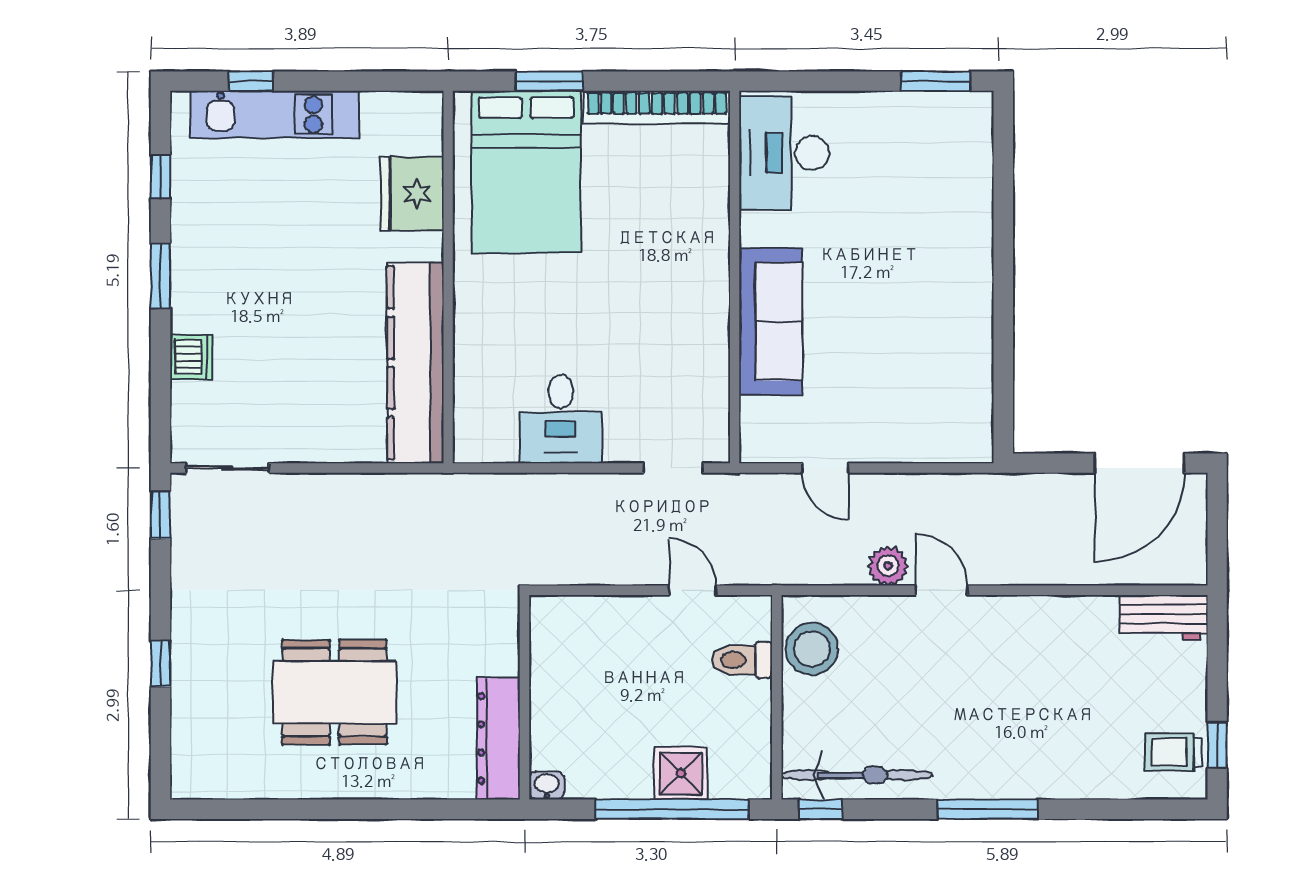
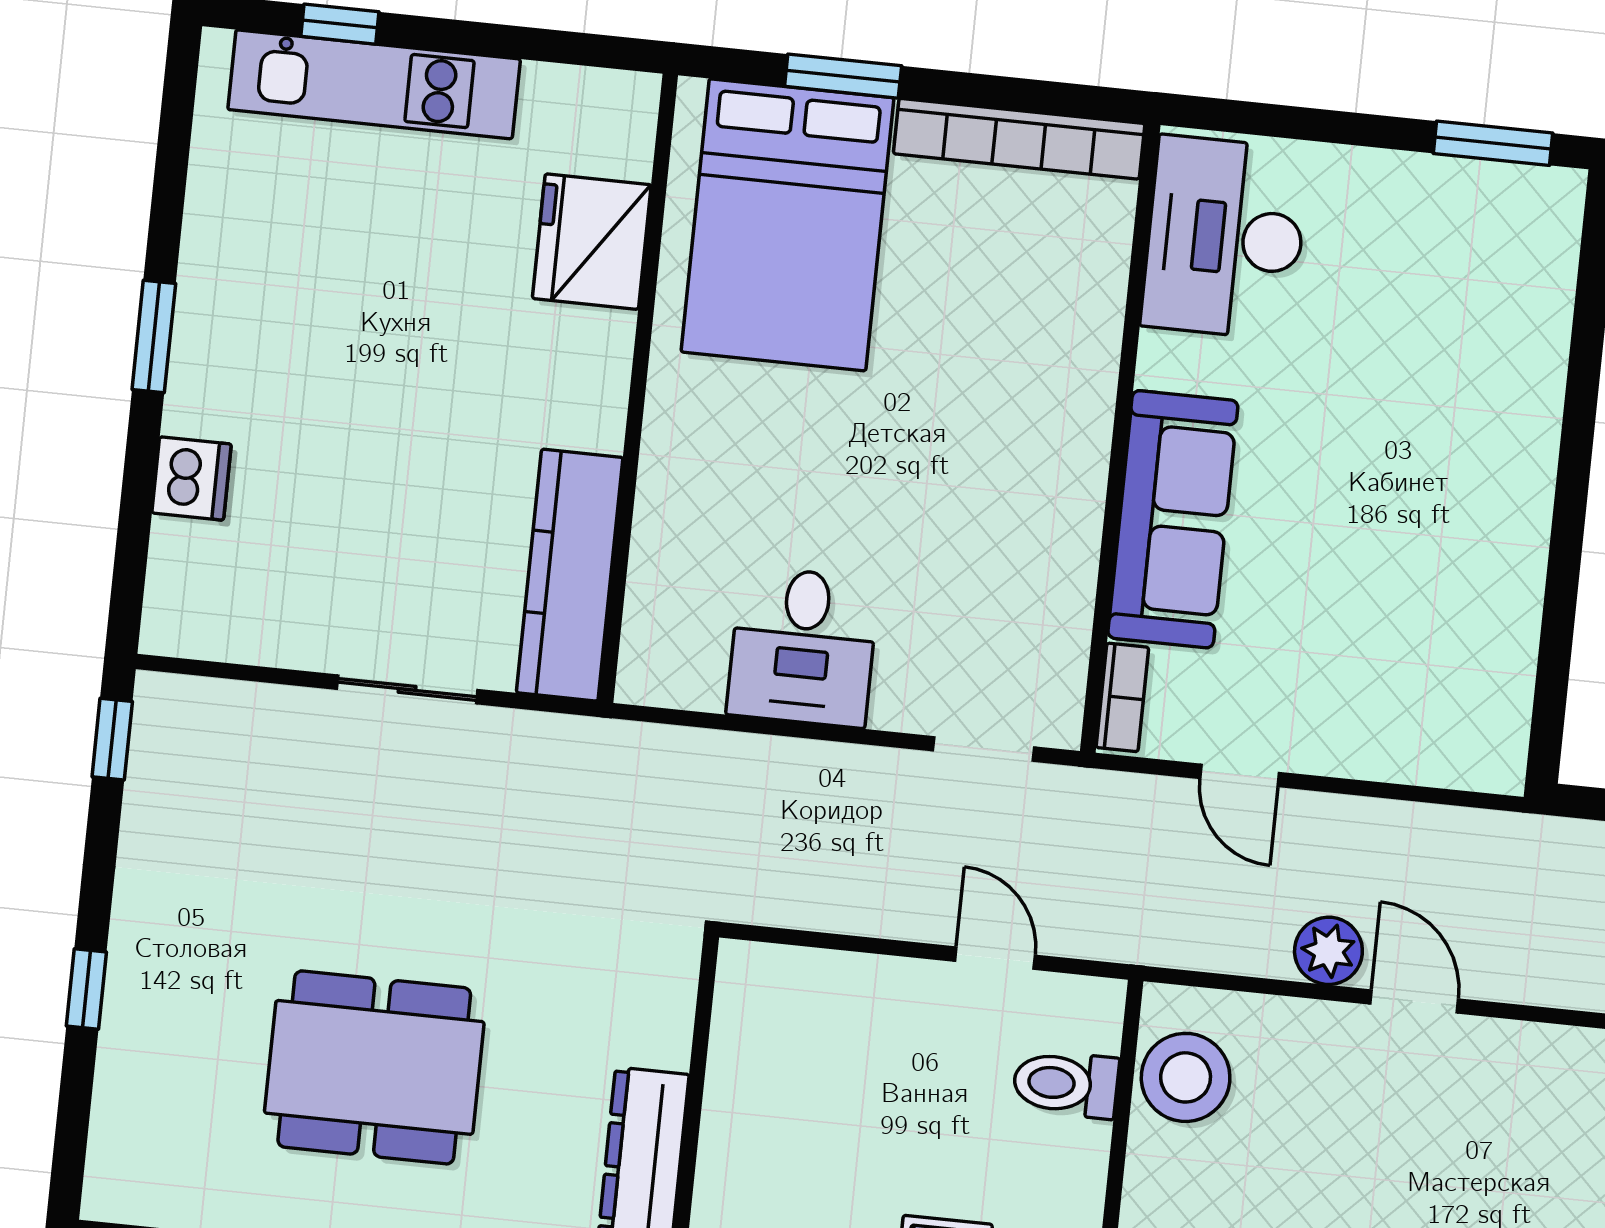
window: (160, 177) -> (171, 170), removed
kitchen counter: (415, 363) -> (570, 575), width x0.72, depth x0.86
bookcase: (752, 429) -> (1122, 697), added
sliding door: (227, 468) -> (407, 689), moved

